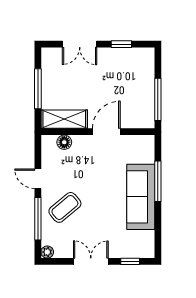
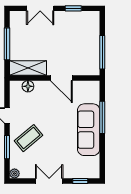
door: (106, 132) -> (61, 78), swing flipped
window: (38, 219) -> (7, 147), width x0.69

